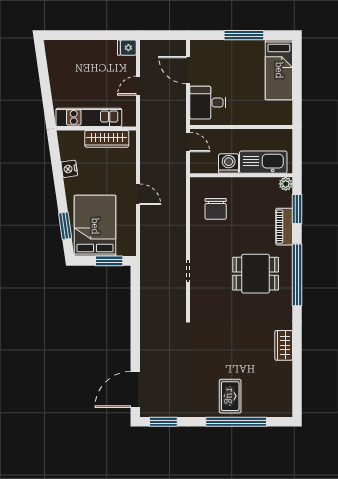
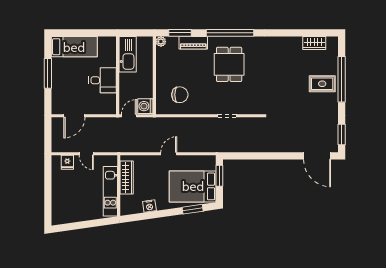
fridge: (127, 48) -> (67, 162), moved
desk: (208, 103) -> (103, 80), moved, turned -90
kitchen sink: (263, 162) -> (128, 54), moved, turned 180
washing machine: (229, 164) -> (145, 106), moved
wardrobe: (284, 345) -> (314, 43), moved

